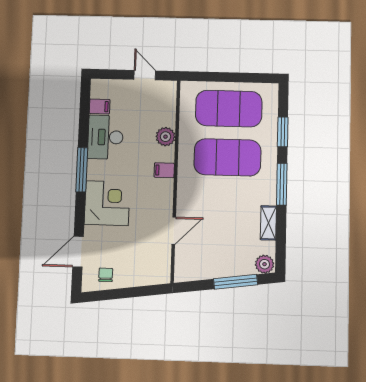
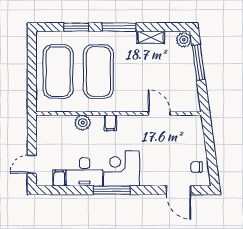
door: (145, 75) -> (32, 164), moved
corner desk: (107, 203) -> (122, 168), moved

